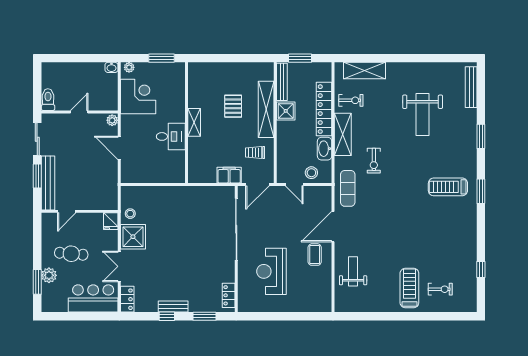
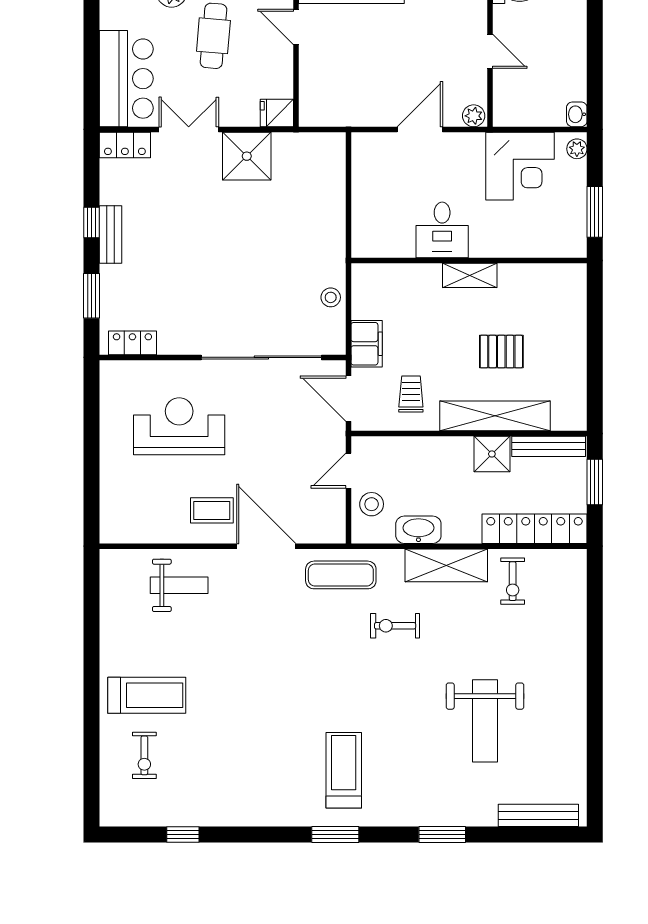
shelving: (365, 71) -> (571, 608), removed
locker: (324, 109) -> (534, 529), moved
weight bench: (423, 114) -> (485, 721), turned -90
stool: (130, 214) -> (331, 297), moved

